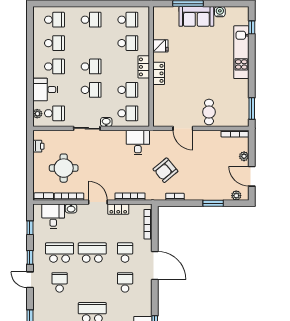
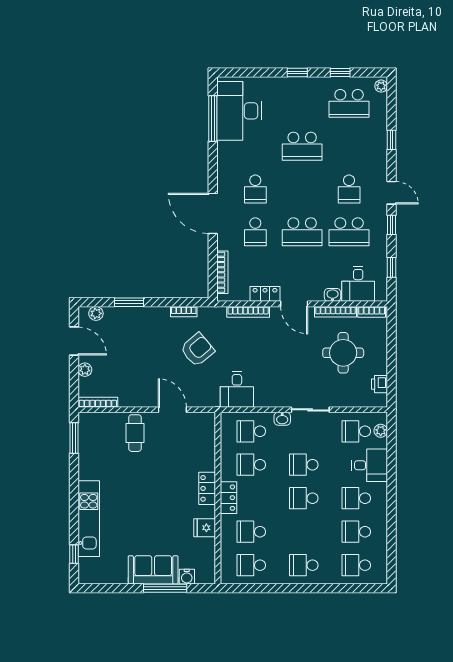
water cooler: (220, 12) -> (187, 577), moved

